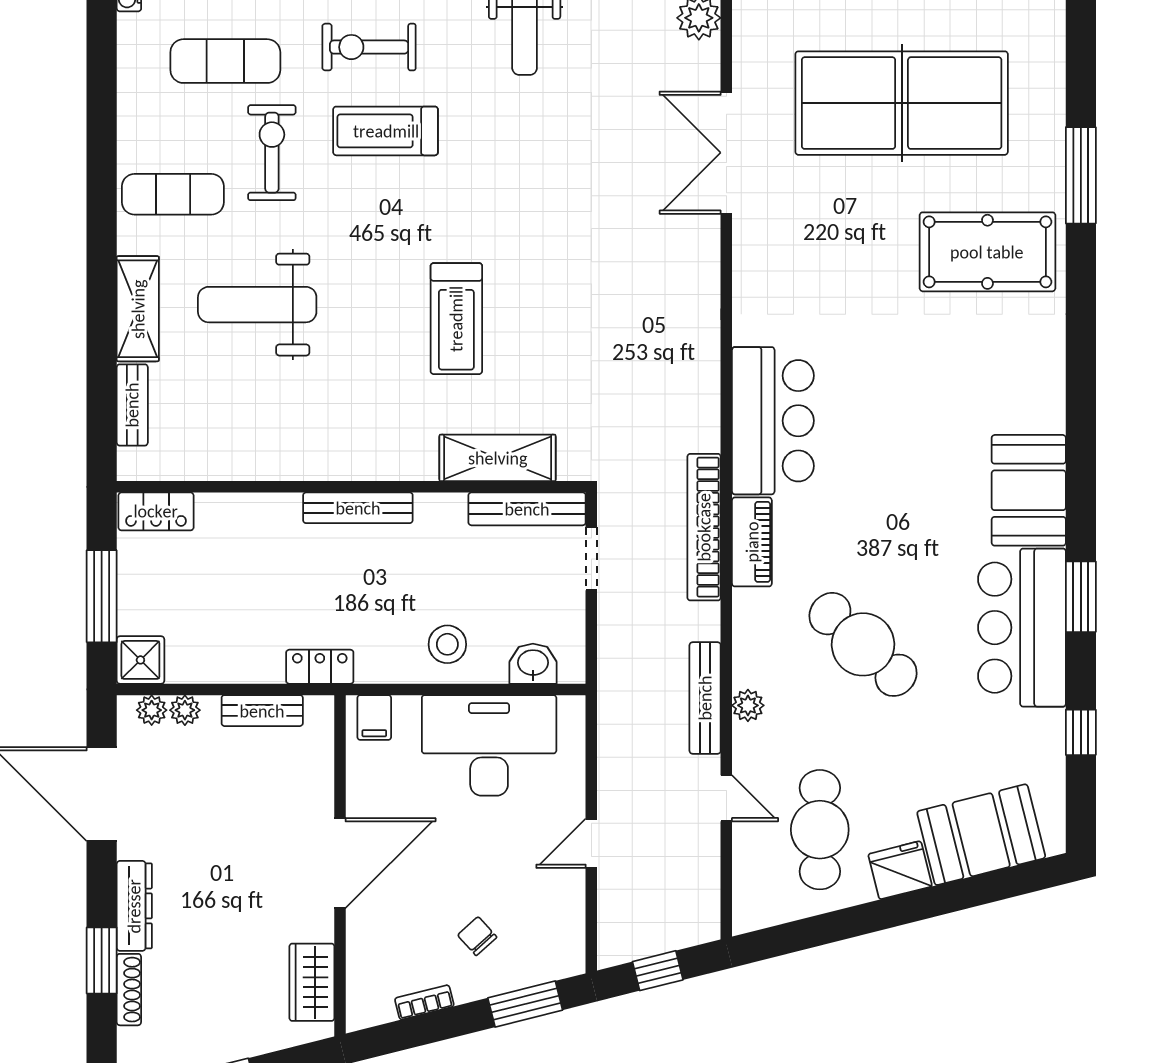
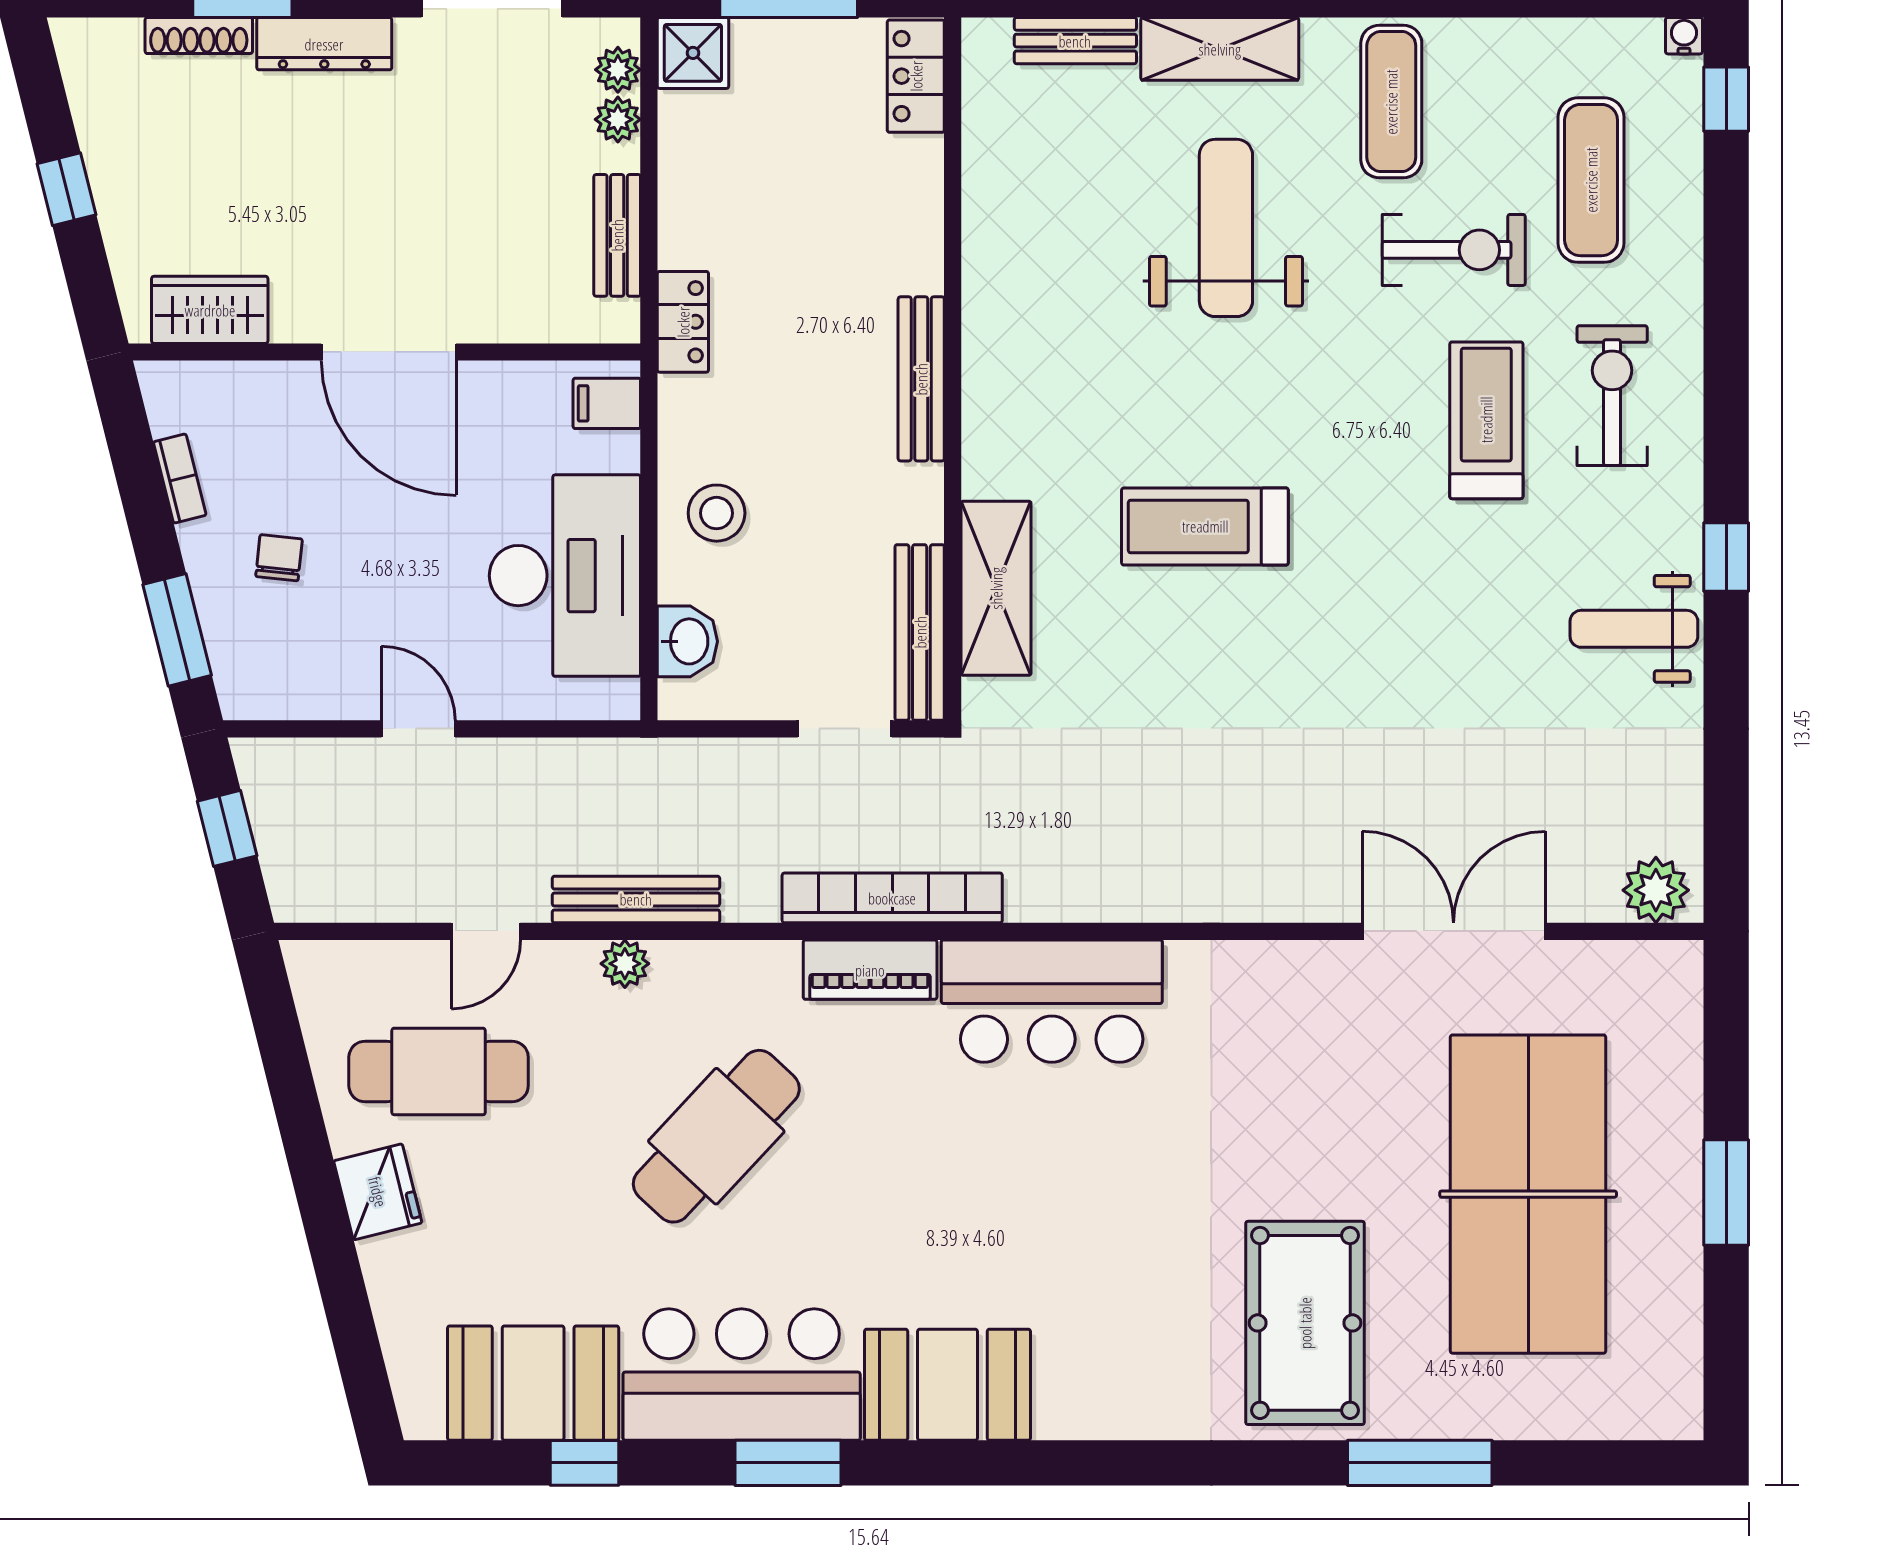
booth: (981, 835) -> (533, 1383), moved, turned -76
chair: (477, 936) -> (279, 558), turned -42

